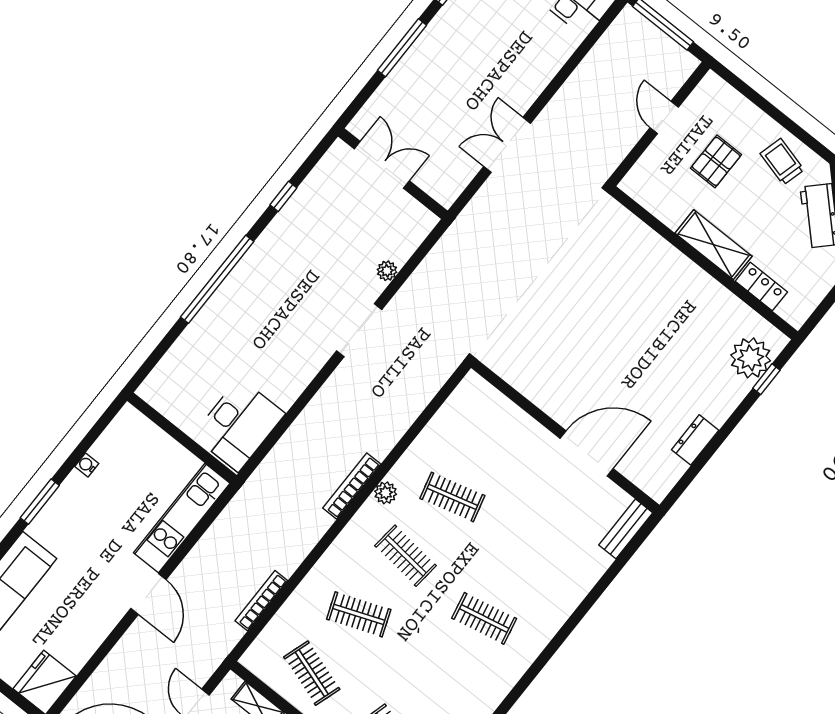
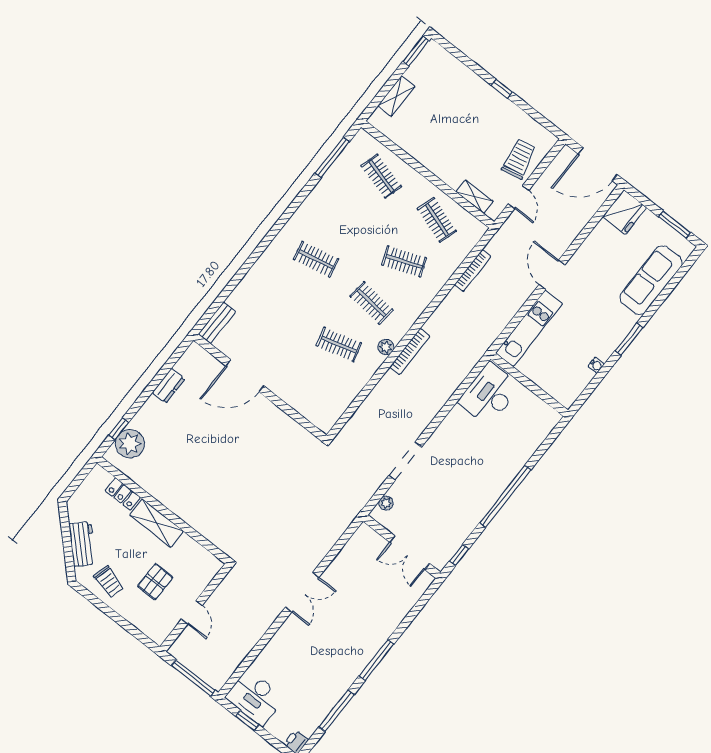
double door: (382, 165) -> (410, 553), moved
wall: (393, 174) -> (402, 547), moved

